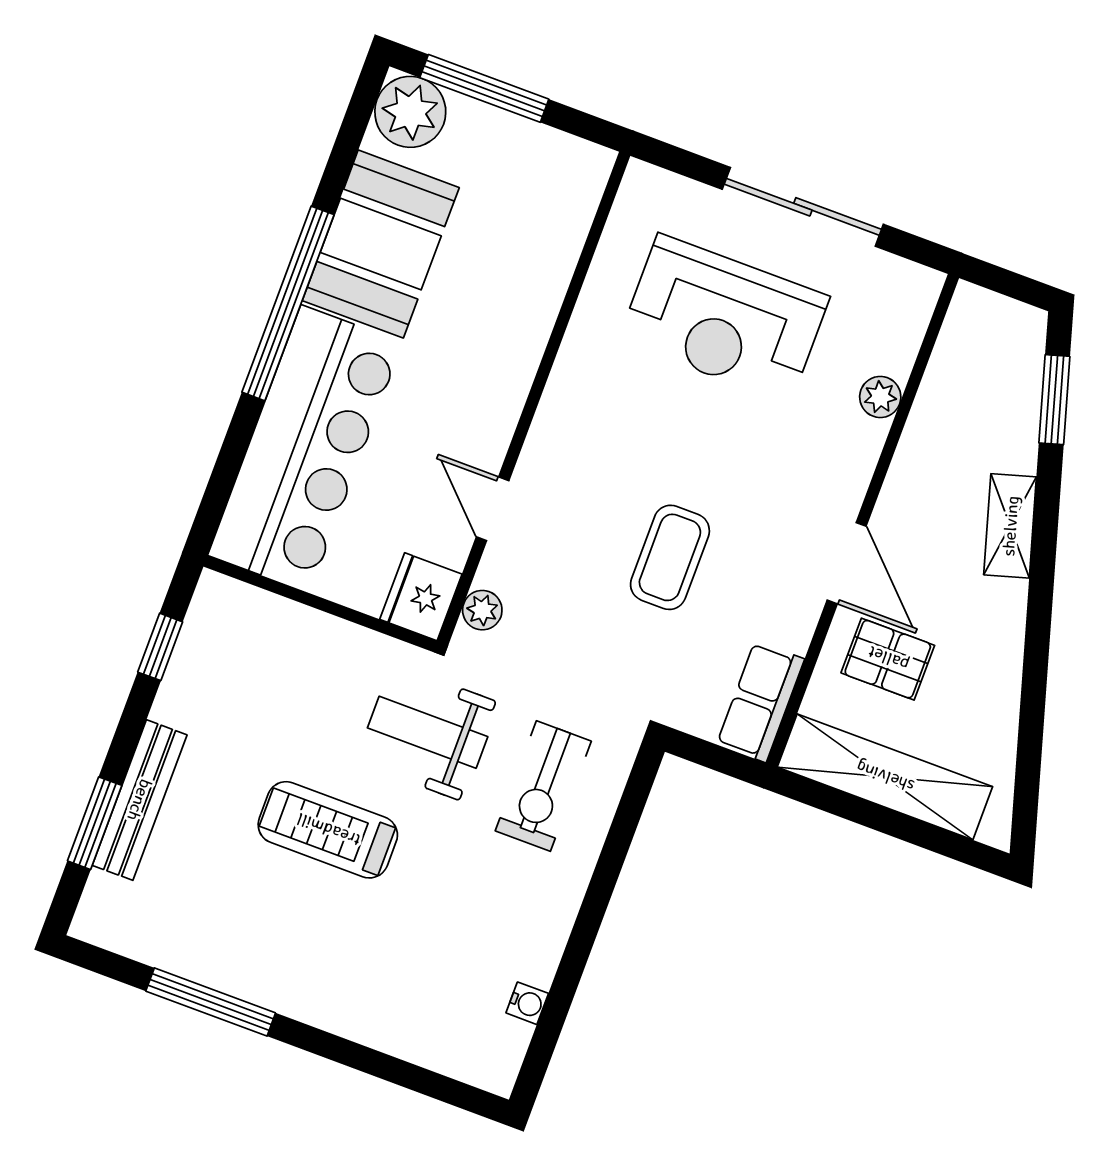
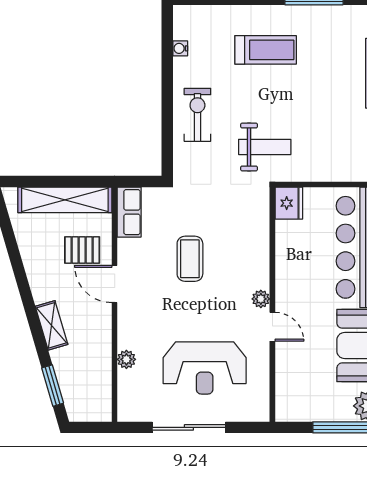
reception desk: (724, 319) -> (205, 368), turned 180
door: (493, 509) -> (272, 327), moved
plant: (482, 610) -> (261, 299), moved
exercise bike: (543, 786) -> (197, 115), moved
treadmill: (328, 830) -> (266, 50), moved

